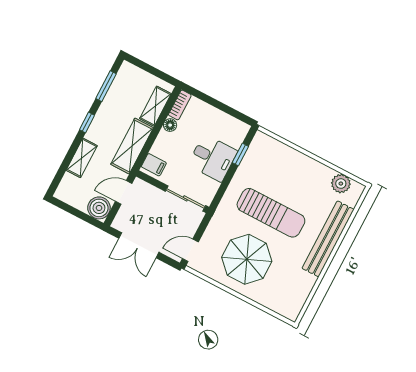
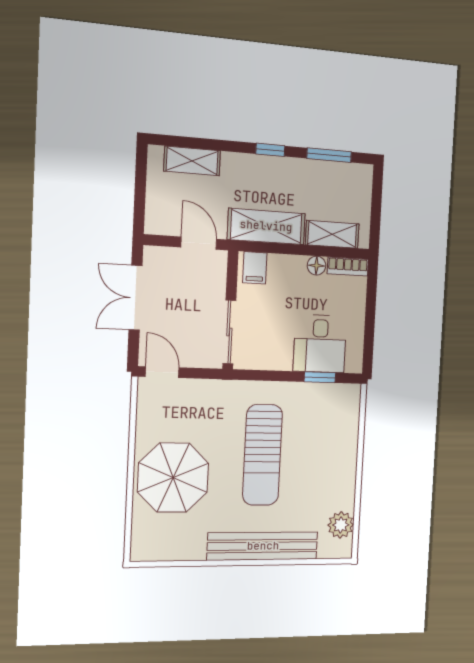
shelving: (82, 158) -> (192, 161), moved
desk: (213, 158) -> (320, 344), moved
boiler: (99, 208) -> (162, 218), removed
parasol: (247, 259) -> (173, 478), moved

